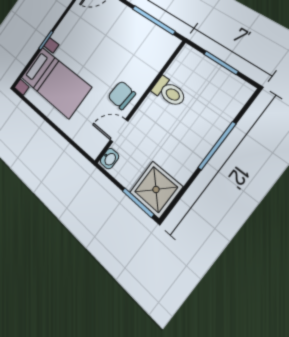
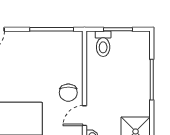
toilet: (169, 92) -> (103, 44), moved, turned 90
chair: (122, 95) -> (68, 93), turned -95

